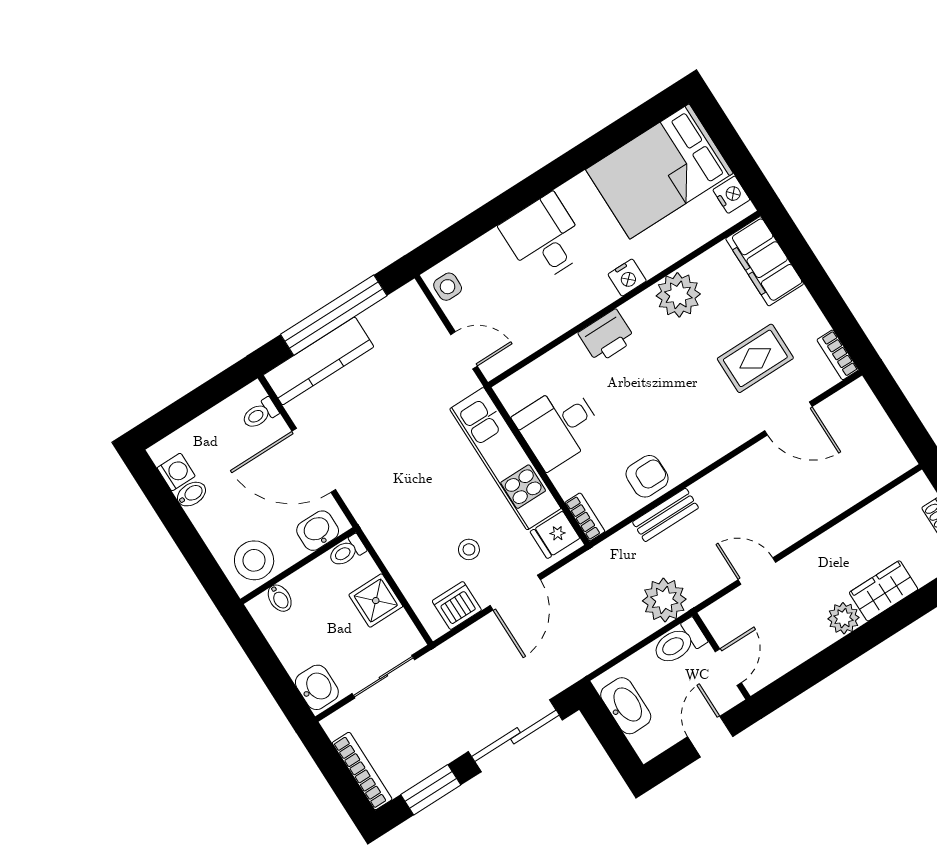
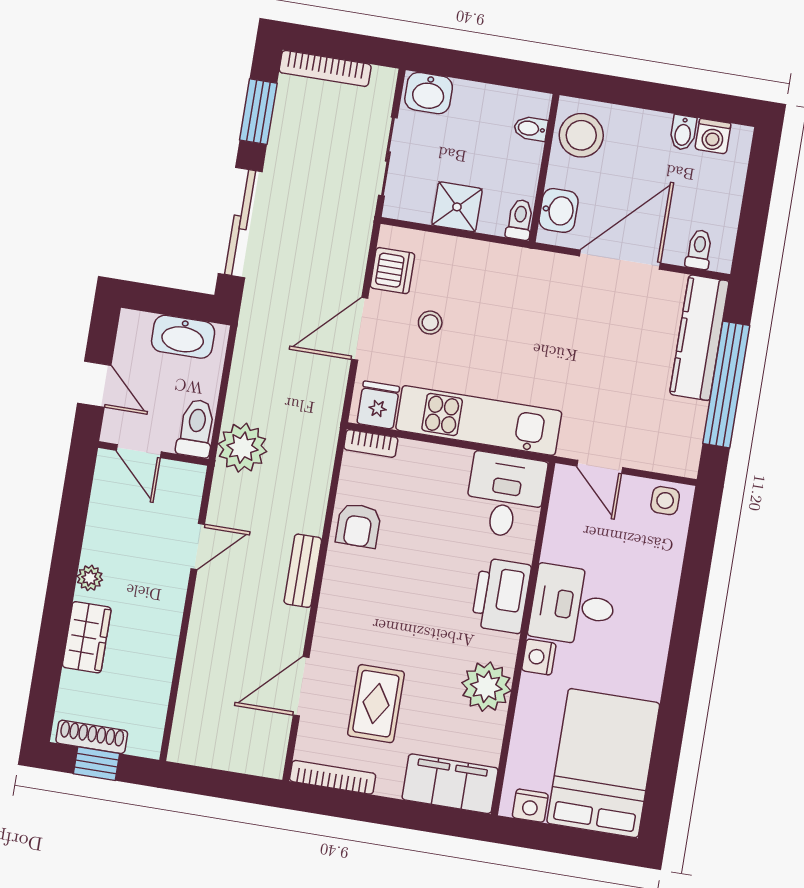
desk: (544, 238) -> (573, 605), moved, turned 180
printer: (607, 336) -> (501, 596), width x1.37, depth x1.19
door: (464, 350) -> (600, 467), hinge flipped
bookcase: (838, 355) -> (333, 777), width x1.56
desk: (559, 426) -> (505, 496), moved
bench: (665, 515) -> (303, 571), moved
door: (515, 593) -> (360, 329), hinge flipped
plant: (844, 618) -> (90, 578), width x0.73, depth x0.73

